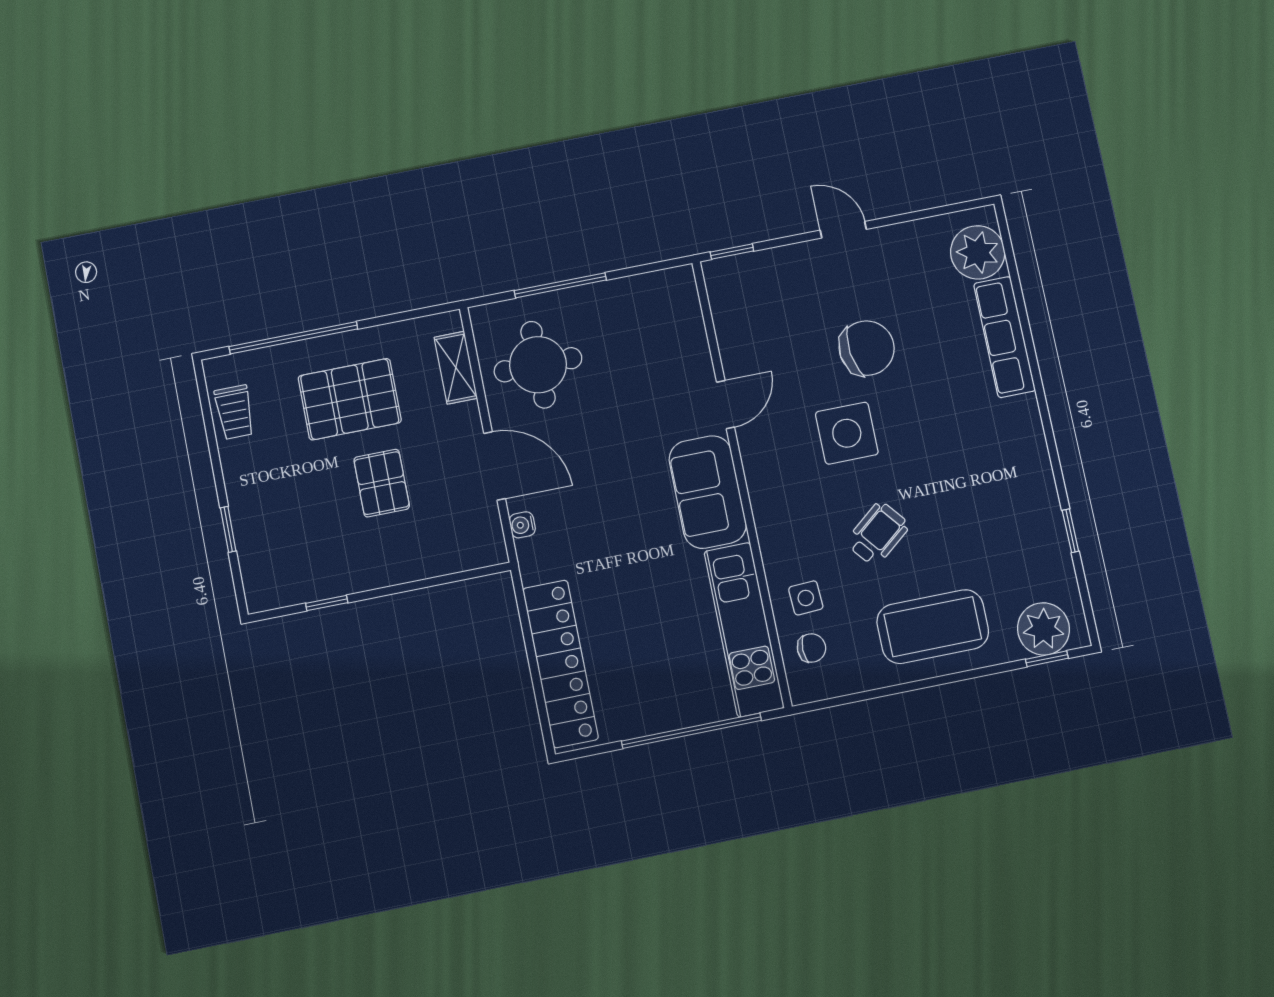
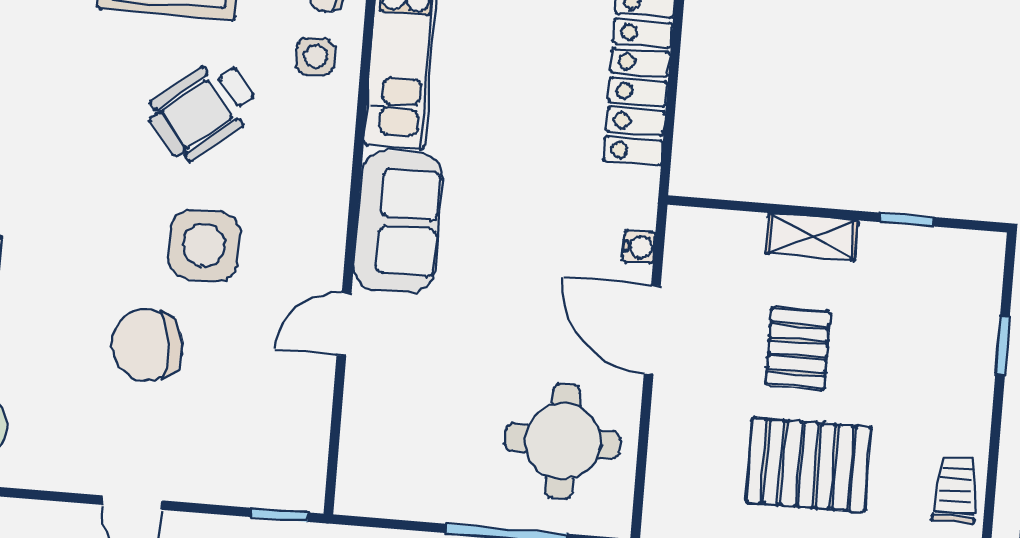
shelving: (456, 368) -> (812, 237), moved, turned 90
wheelchair: (878, 534) -> (203, 110), width x1.36, depth x1.37

